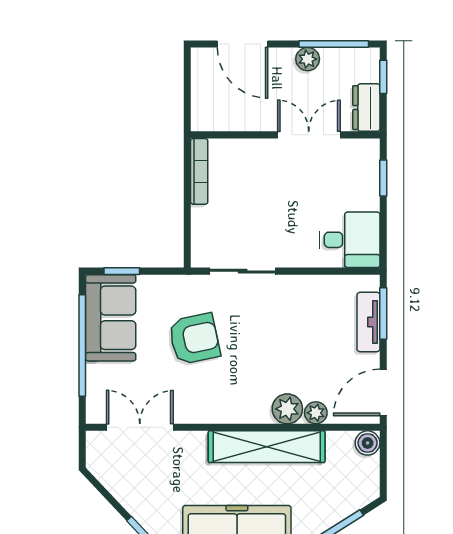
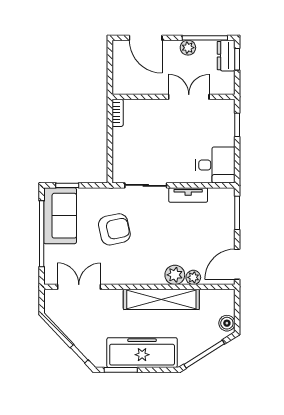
dresser: (366, 108) -> (226, 56), moved
bookcase: (199, 171) -> (118, 113), width x0.64
tv unit: (368, 322) -> (188, 195), moved, turned -90
boiler: (368, 443) -> (227, 323), moved

